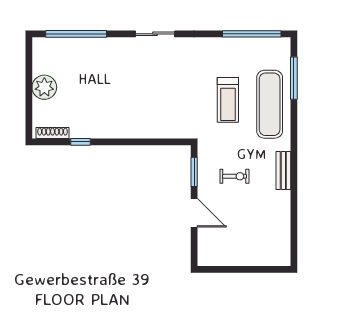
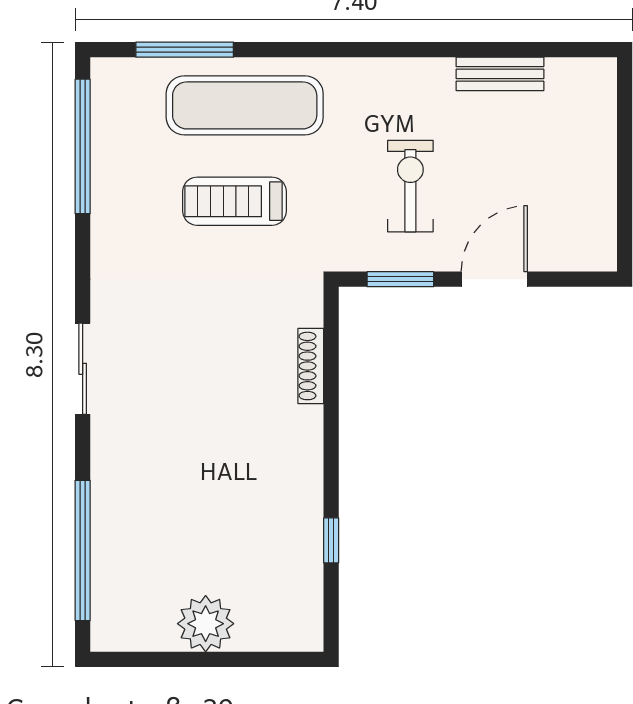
treadmill: (228, 100) -> (235, 201), turned 180
shoe rack: (53, 133) -> (311, 366), moved
bench: (283, 170) -> (500, 74), moved
exercise bike: (234, 176) -> (410, 186), width x1.38, depth x1.39

